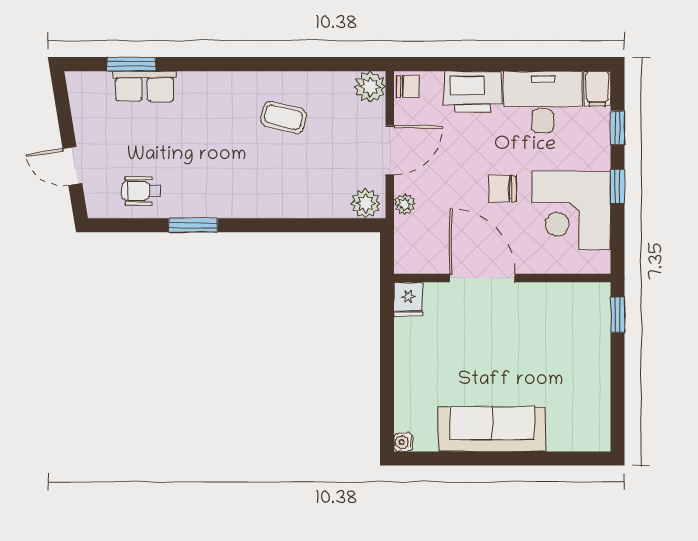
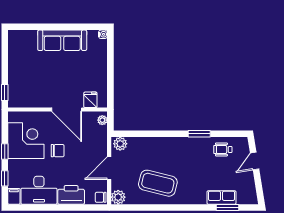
coffee table: (283, 117) -> (158, 183), width x1.86, depth x1.72
door: (72, 166) -> (255, 161), swing flipped
wheelchair: (141, 191) -> (223, 149), turned 180
plant: (405, 204) -> (102, 120), moved
fridge: (408, 299) -> (90, 100), moved

